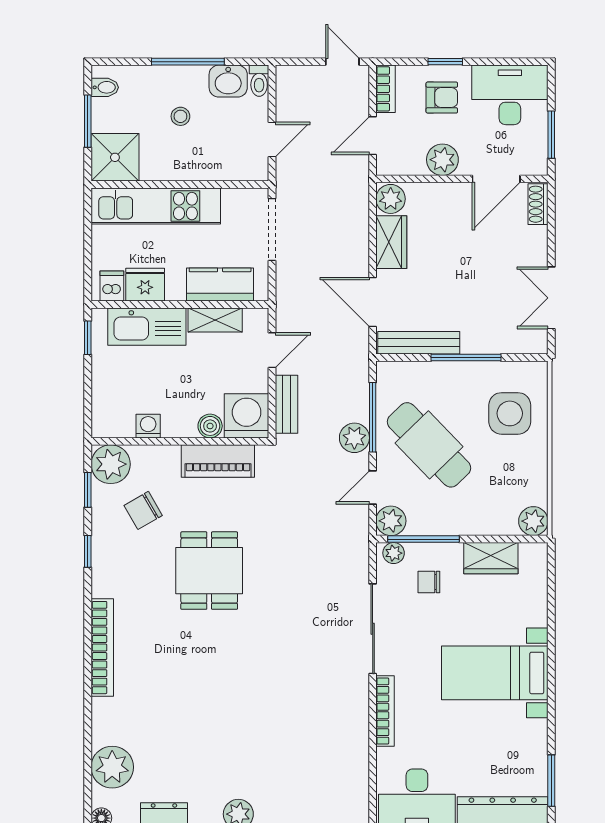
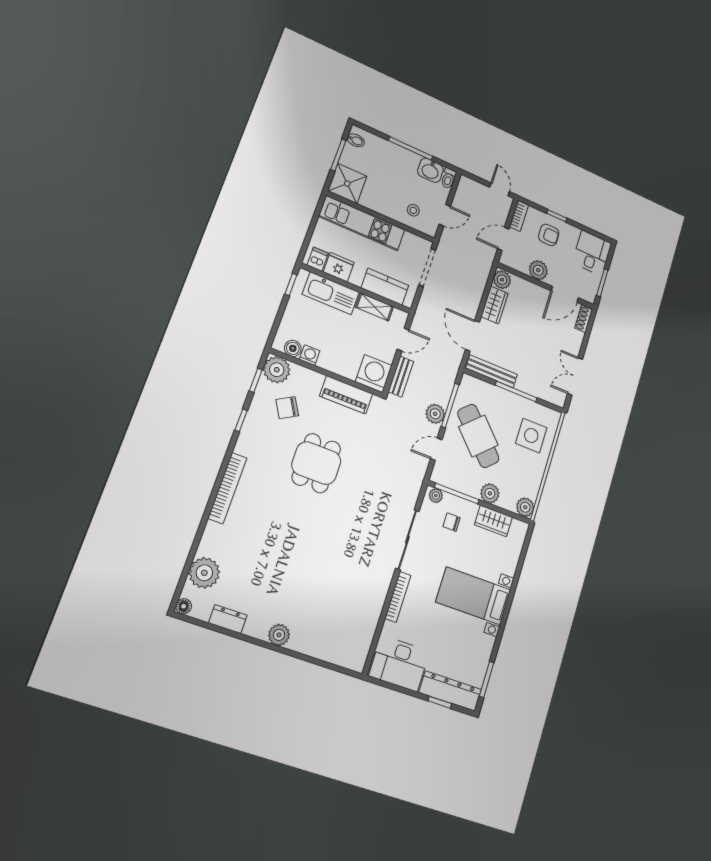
desk: (510, 95) -> (592, 253), width x0.73
stool: (180, 116) -> (413, 210), moved
boiler: (210, 426) -> (293, 348), moved
plant: (391, 521) -> (490, 493), moved

